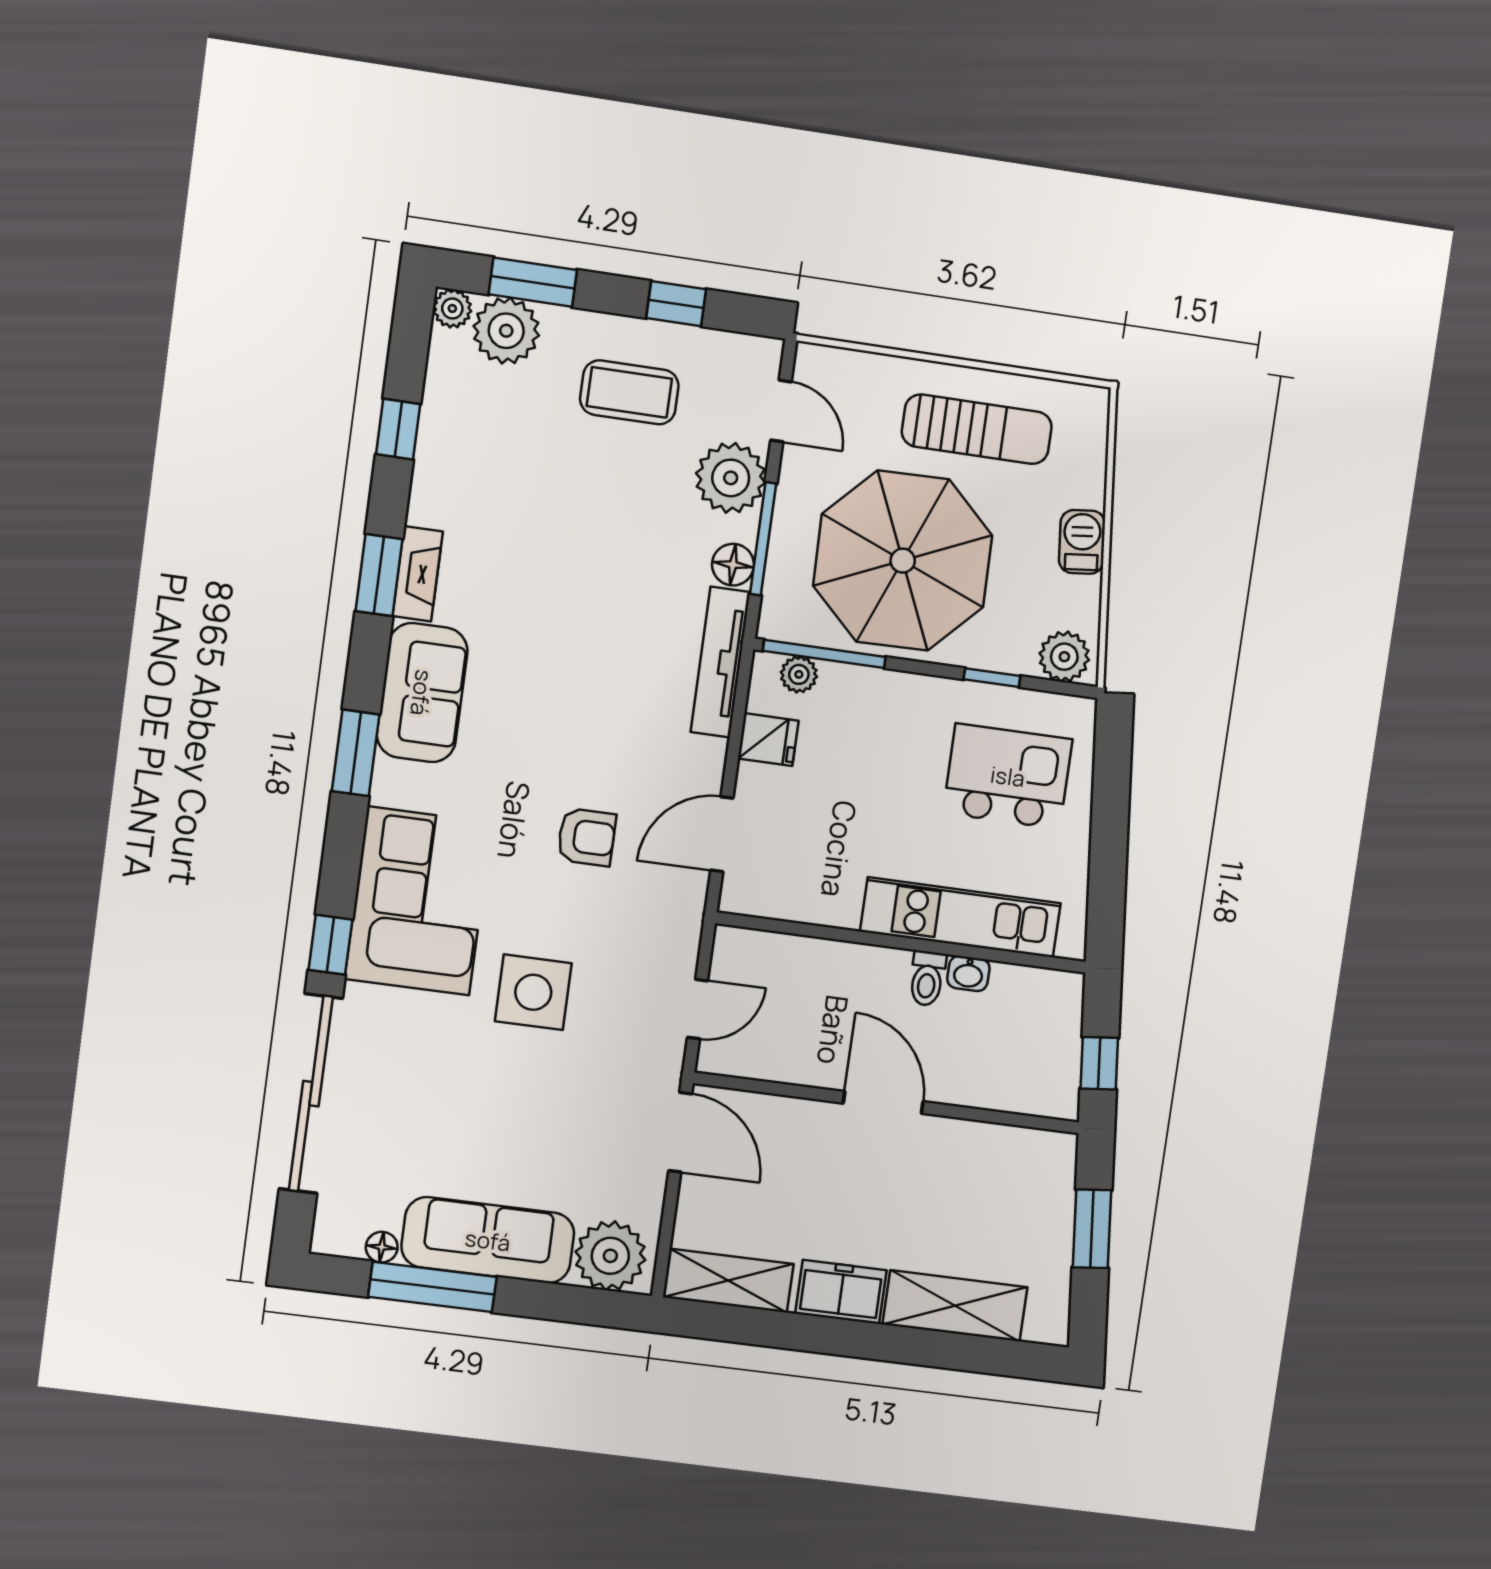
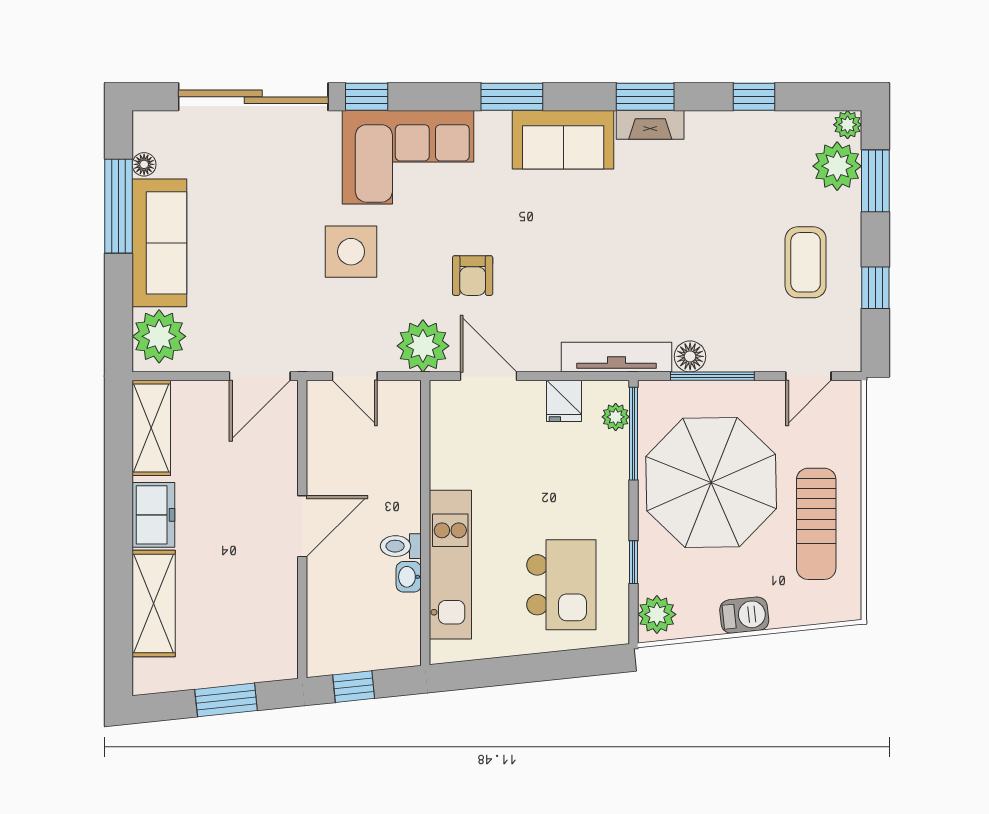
plant: (731, 478) -> (423, 346), moved

